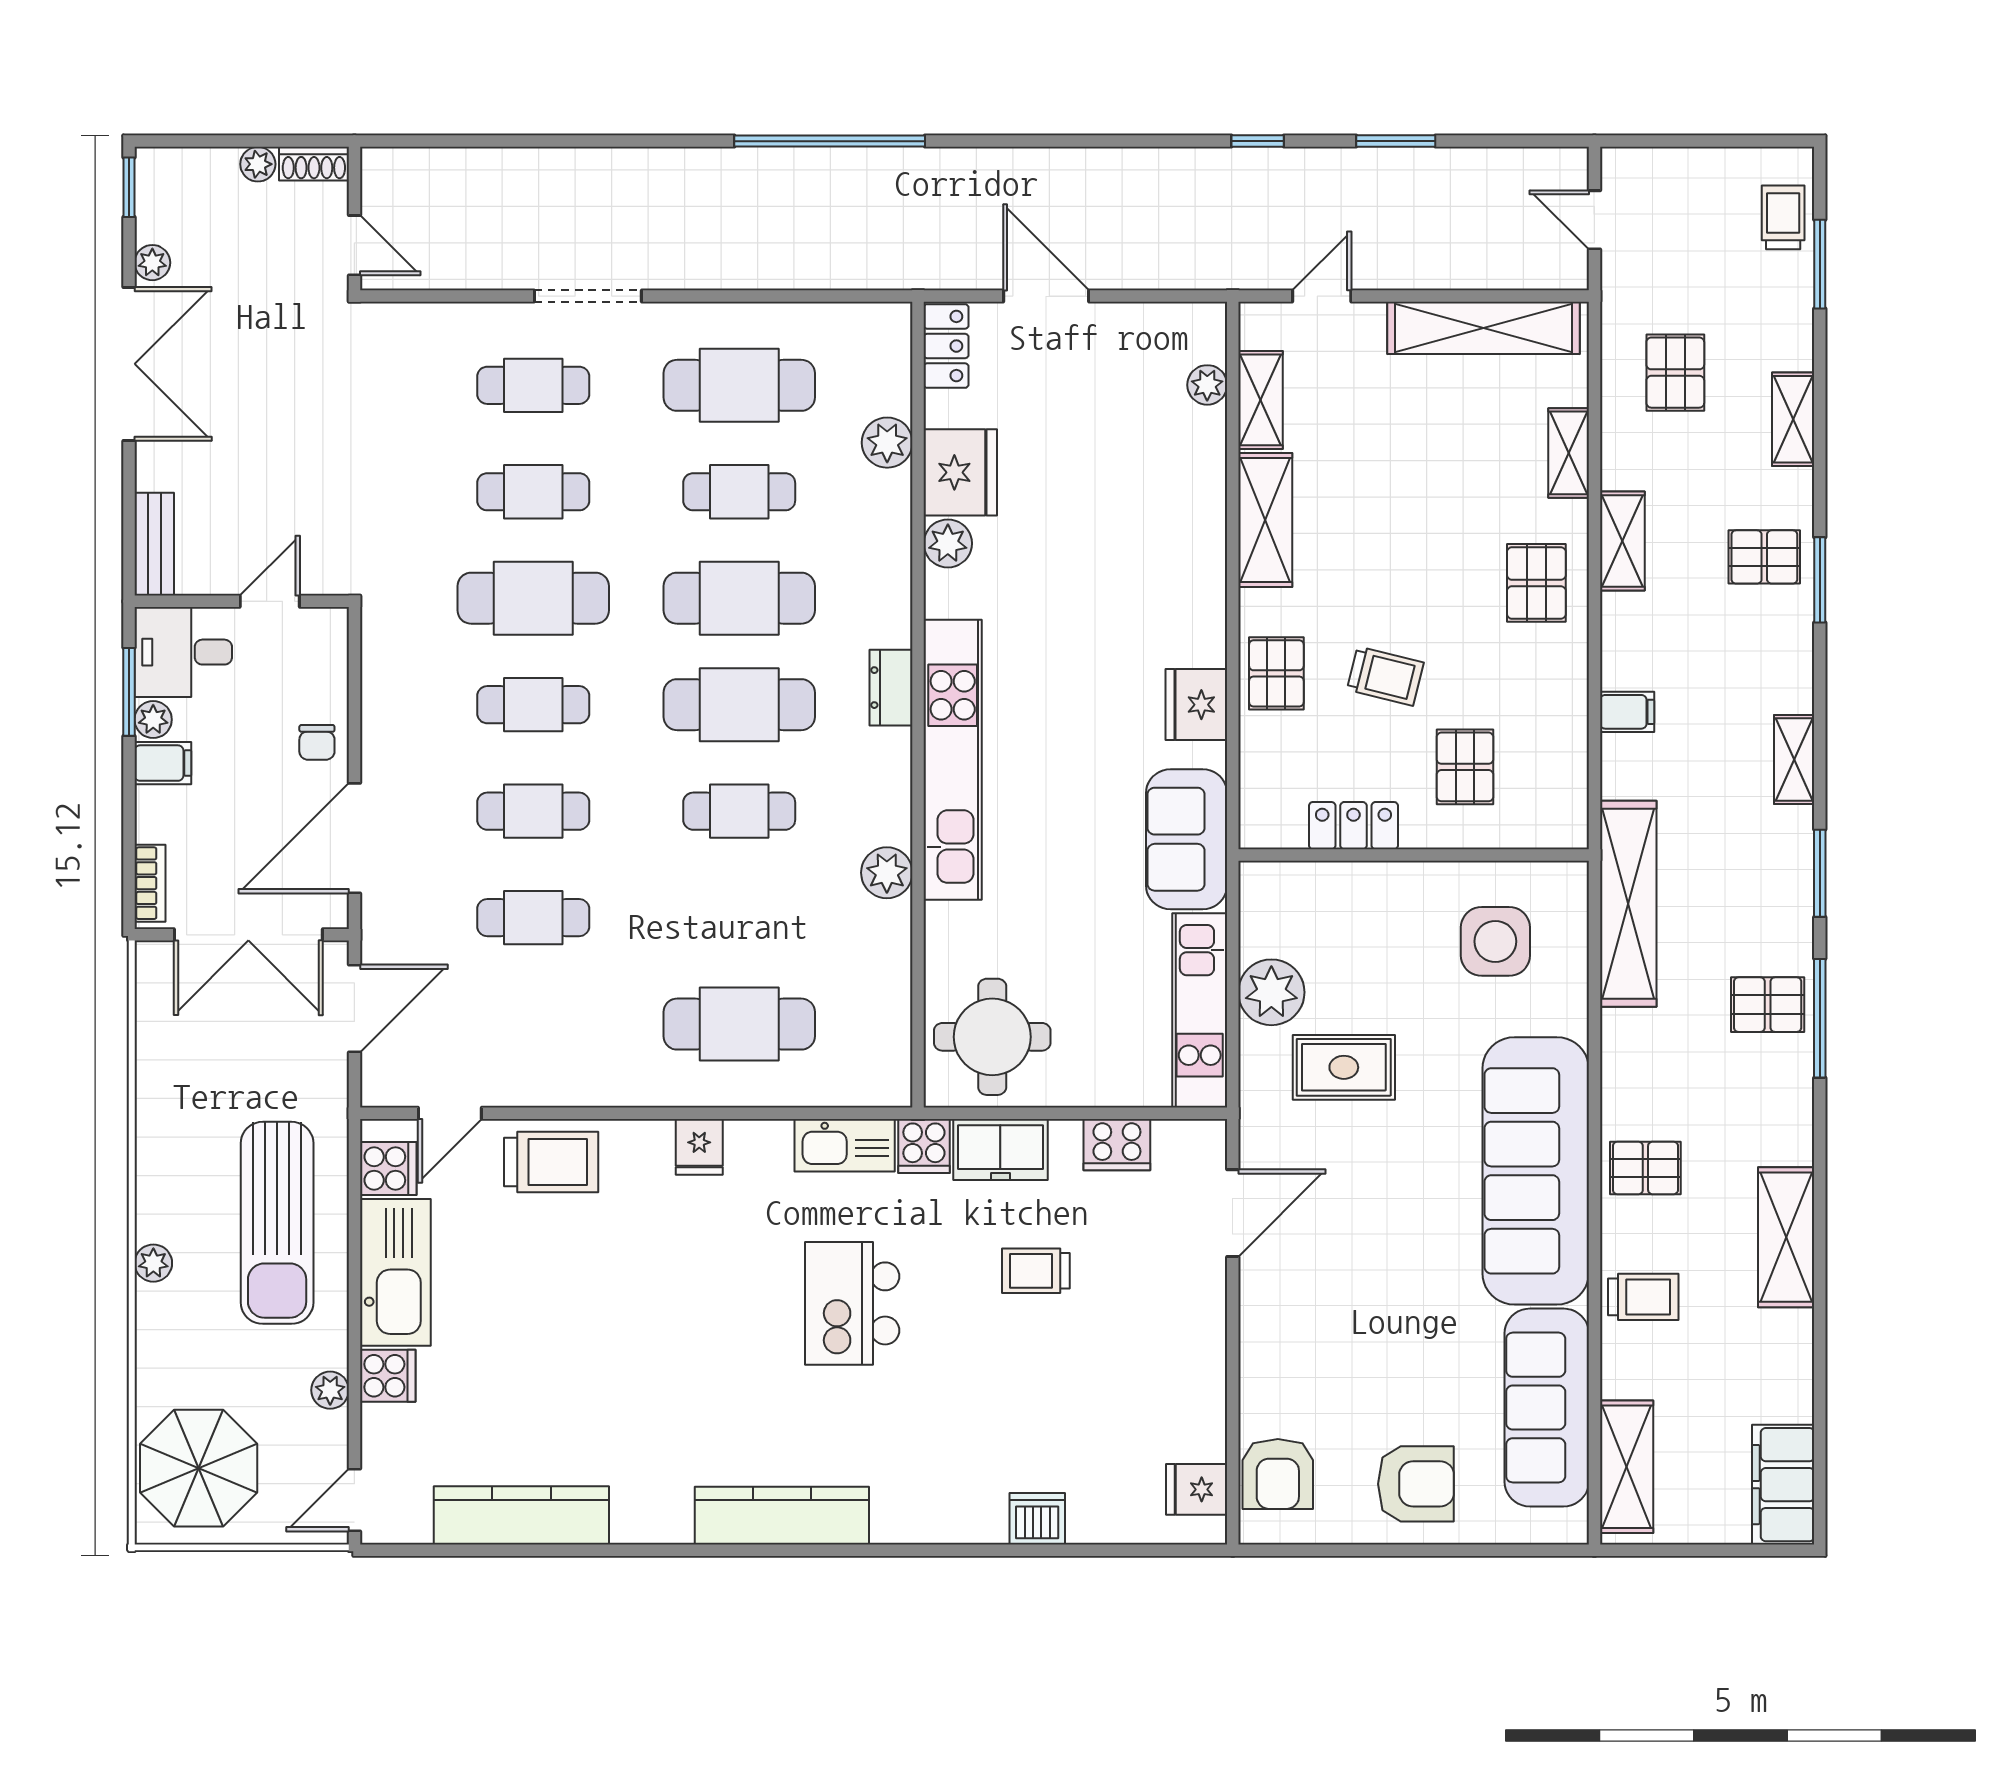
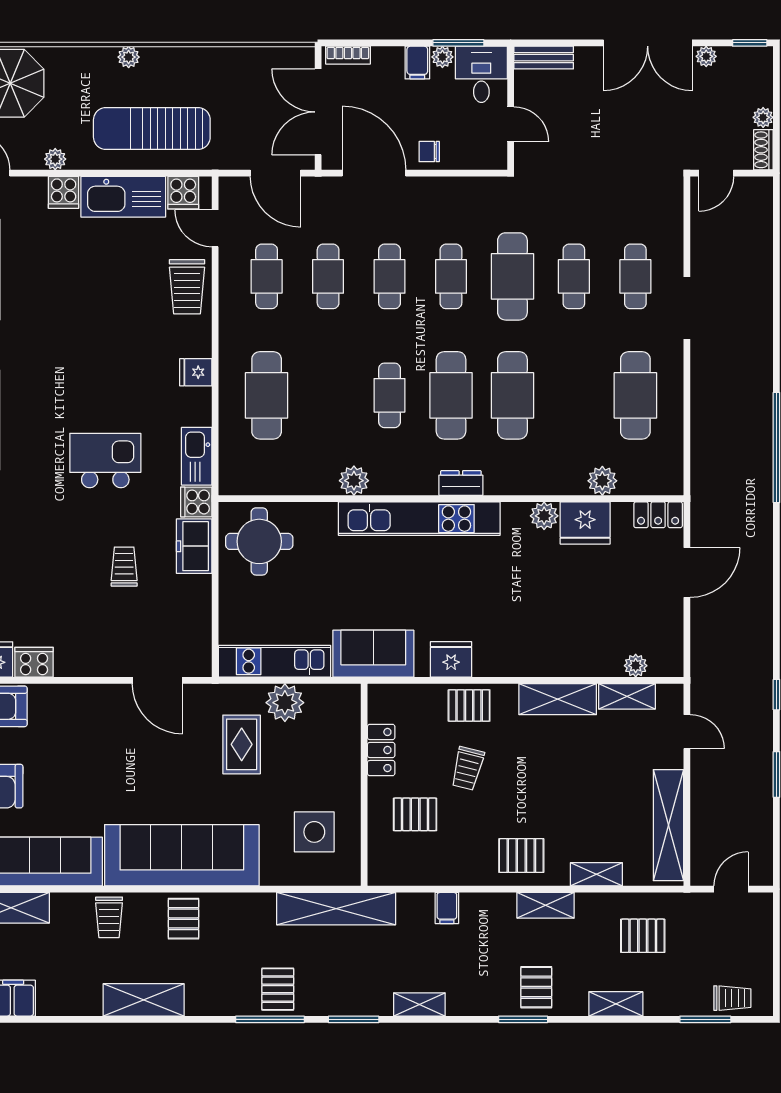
cafe table: (739, 492) -> (267, 276), moved
cooker: (1117, 1145) -> (34, 662), moved, turned 90

